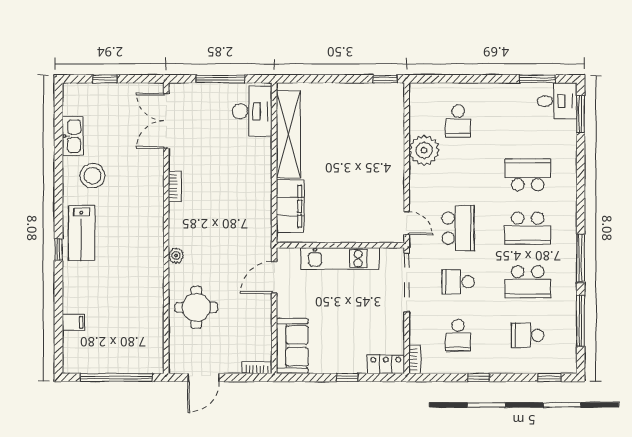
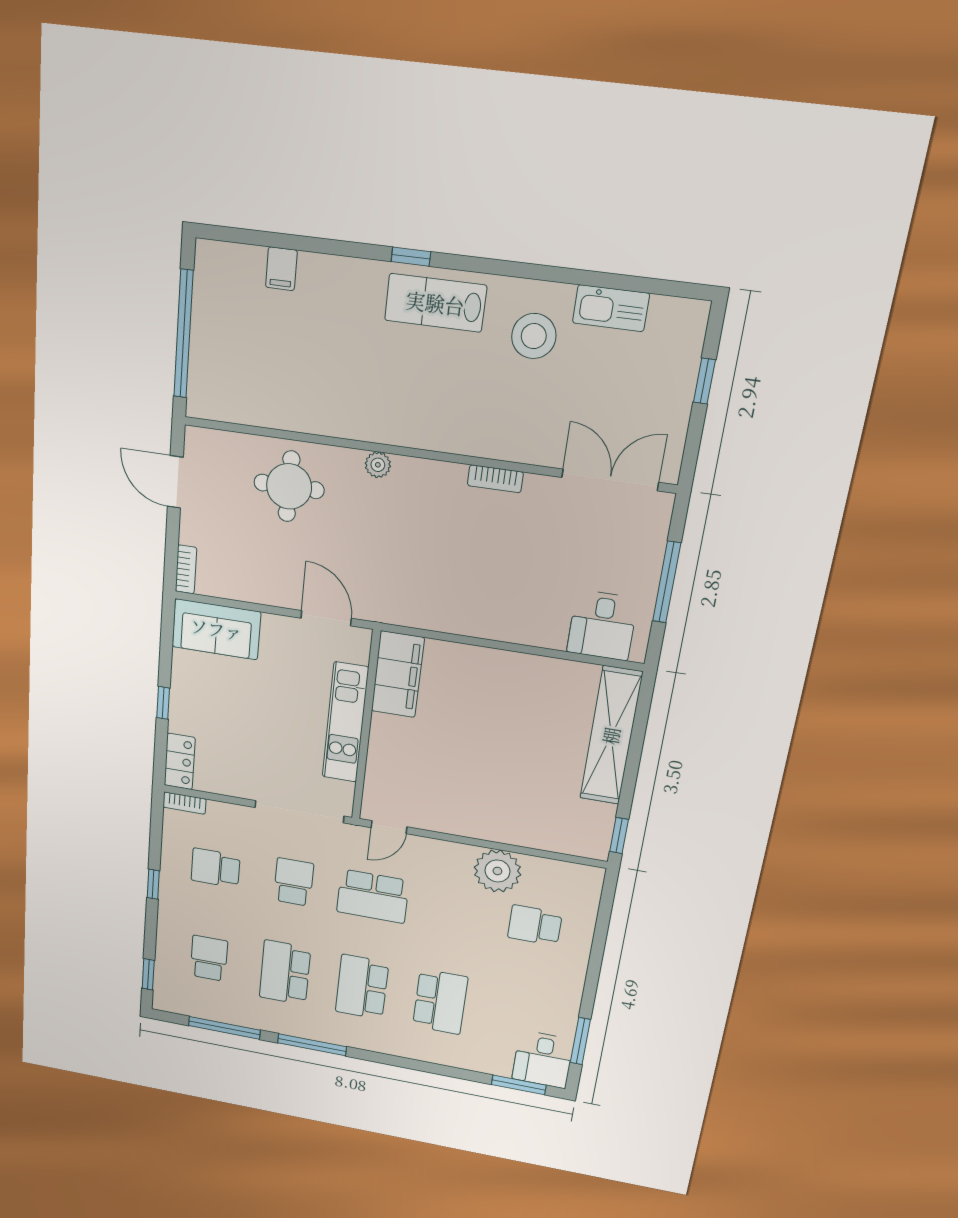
desk: (252, 111) -> (602, 625), width x0.73
shelving: (288, 134) -> (611, 736), moved, turned 90
filing cabinet: (290, 206) -> (398, 674), moved, turned -90

